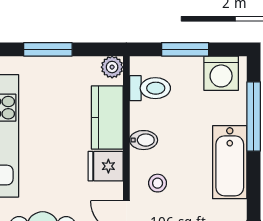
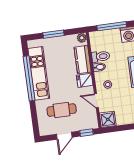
window: (185, 49) -> (112, 26), width x1.44
toilet: (150, 88) -> (101, 56), moved

